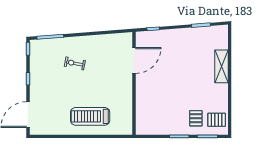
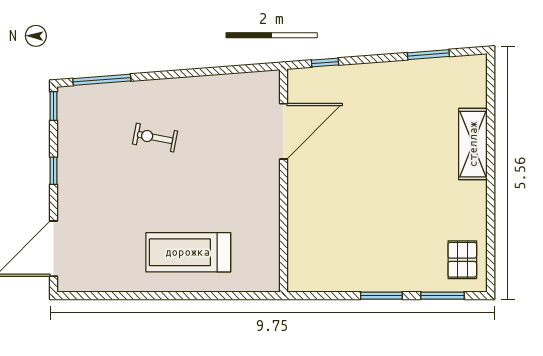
pallet: (196, 118) -> (417, 256), removed
pallet: (217, 120) -> (462, 260), turned 90

